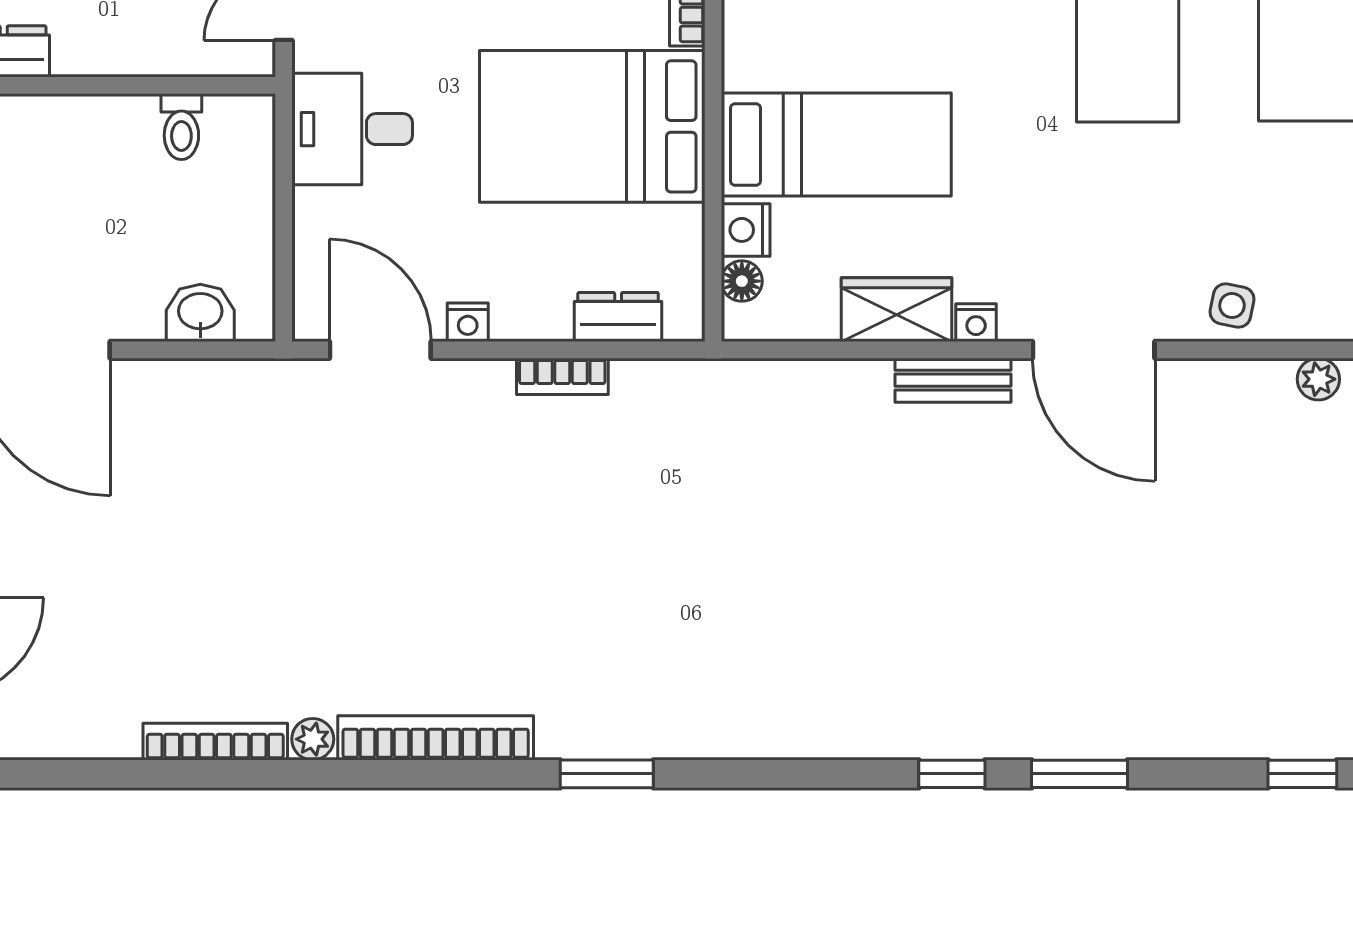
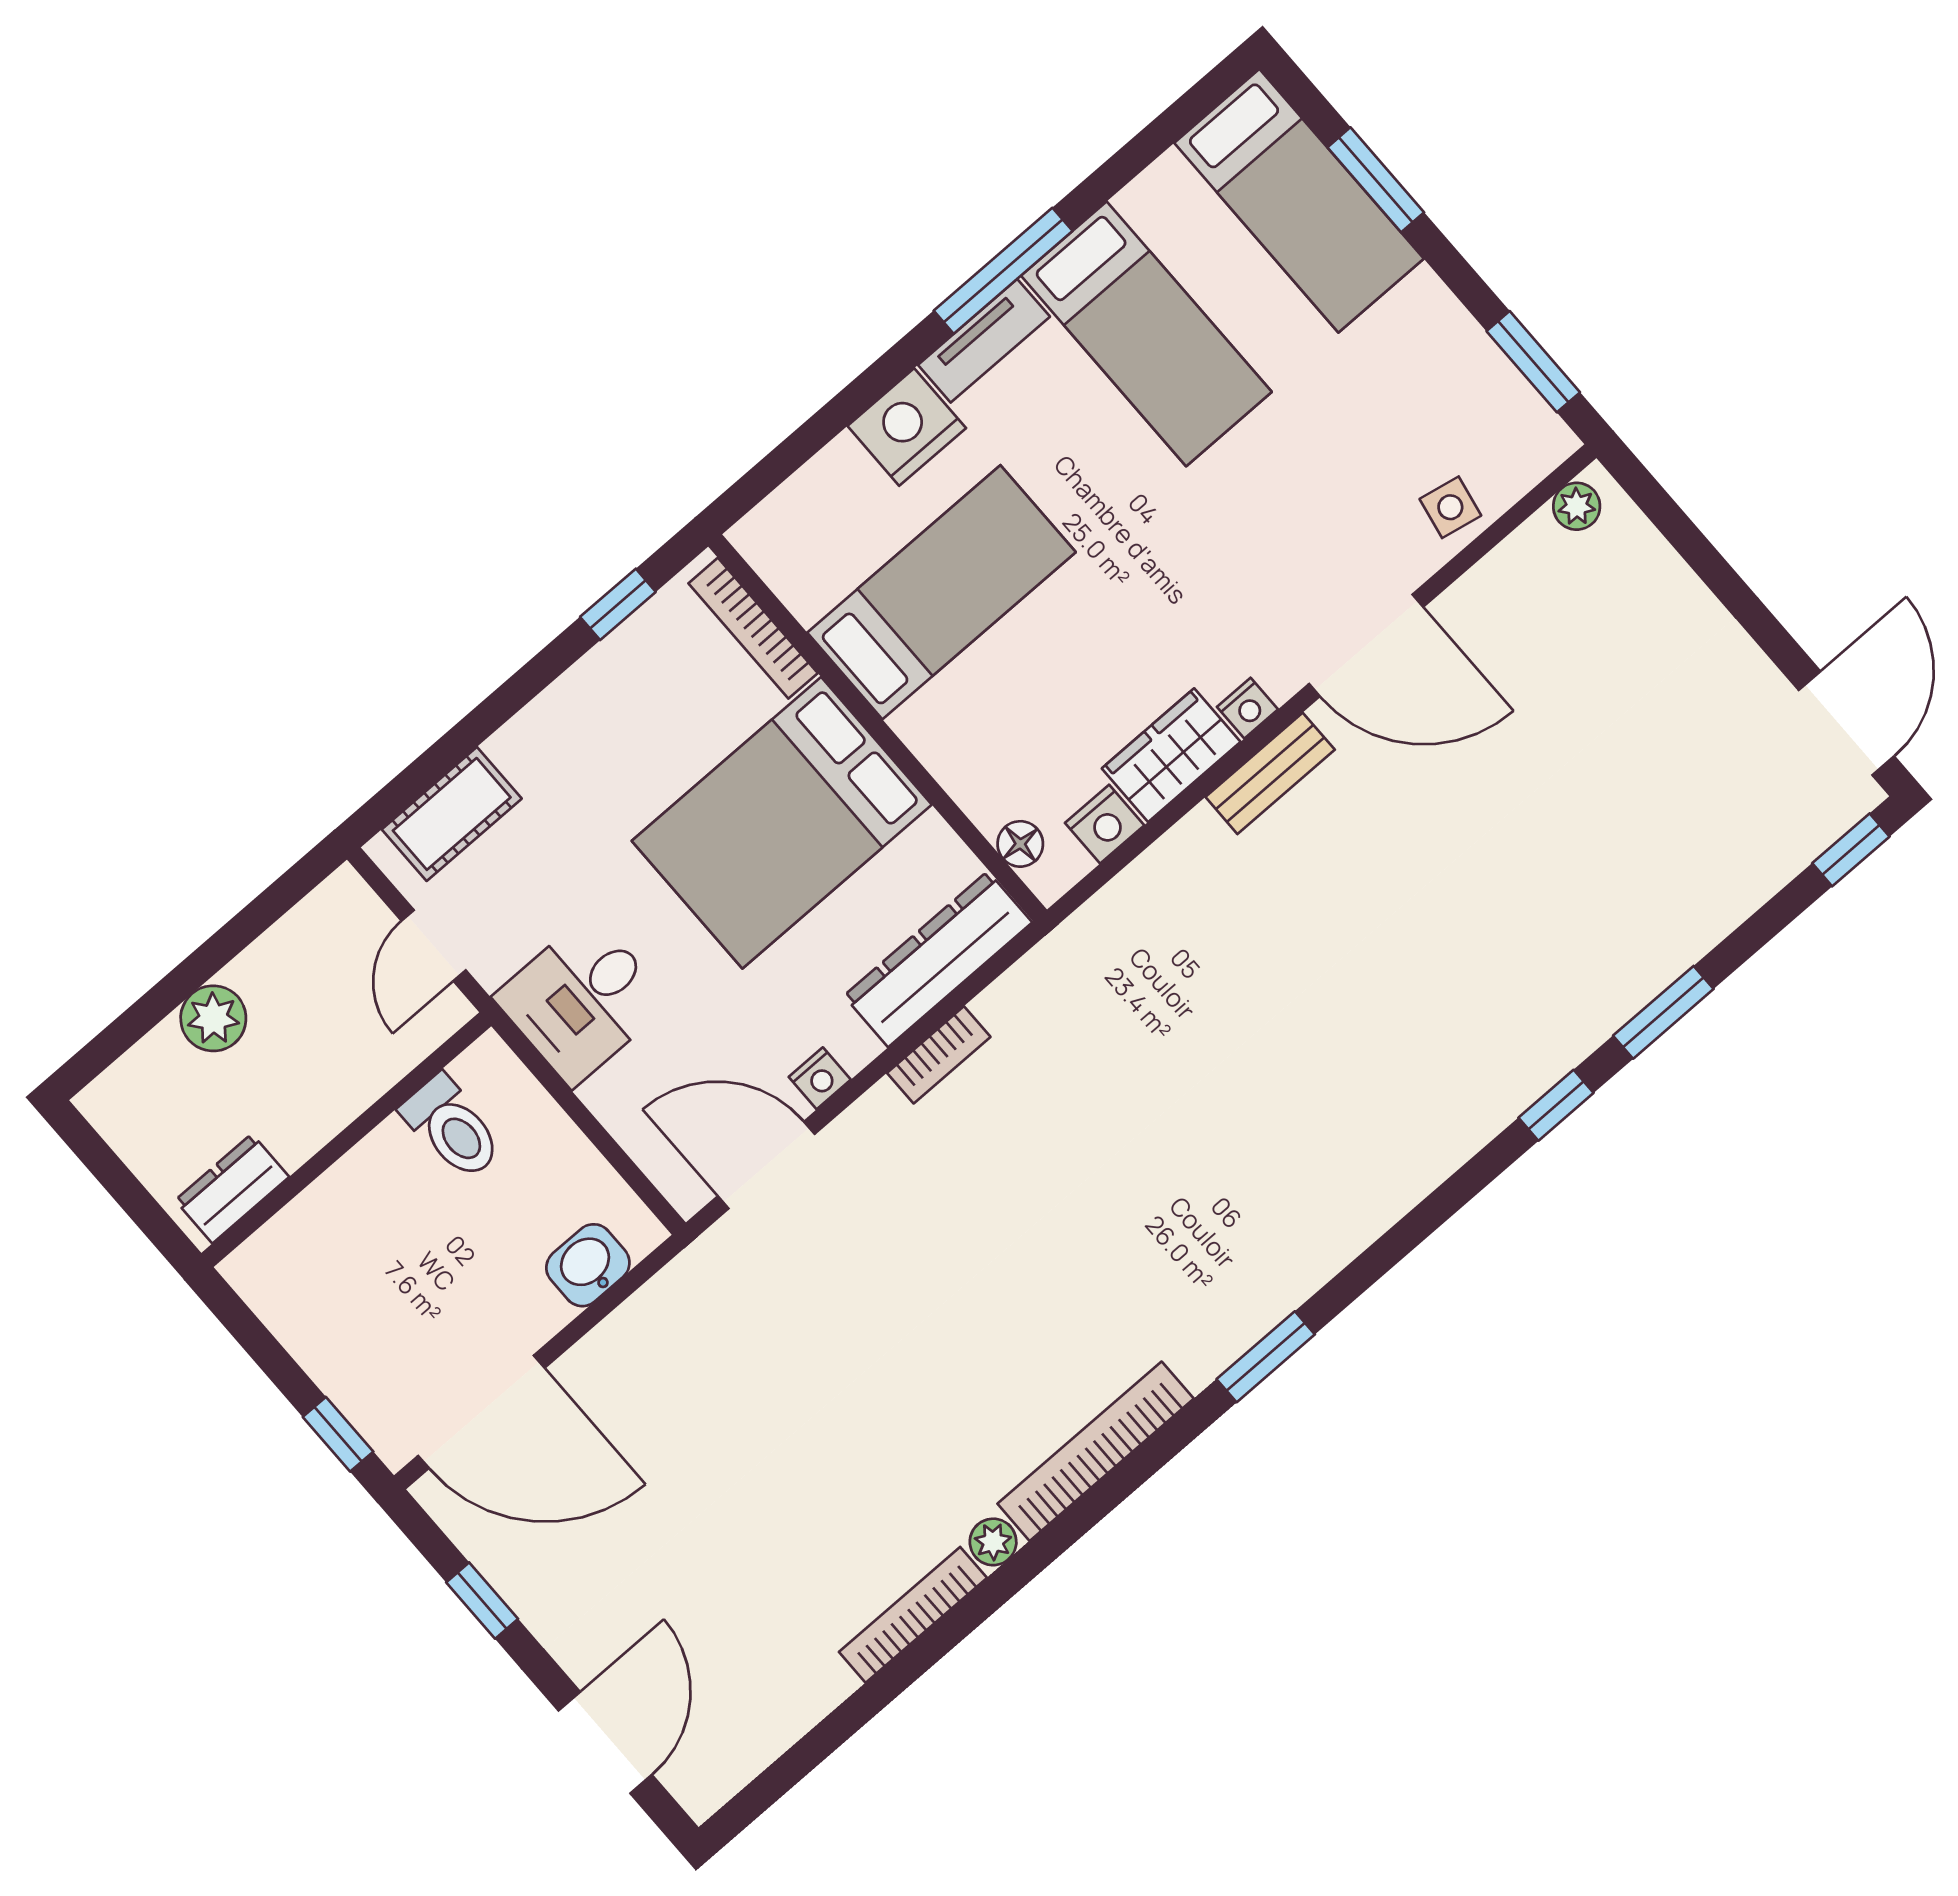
toilet: (181, 127) -> (452, 1128), width x1.37, depth x1.39
bed: (836, 144) -> (941, 592), moved
nightstand: (746, 230) -> (1105, 824), moved, turned -90
dresser: (618, 317) -> (938, 959), width x1.96, depth x1.24

